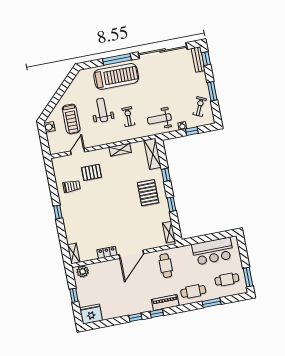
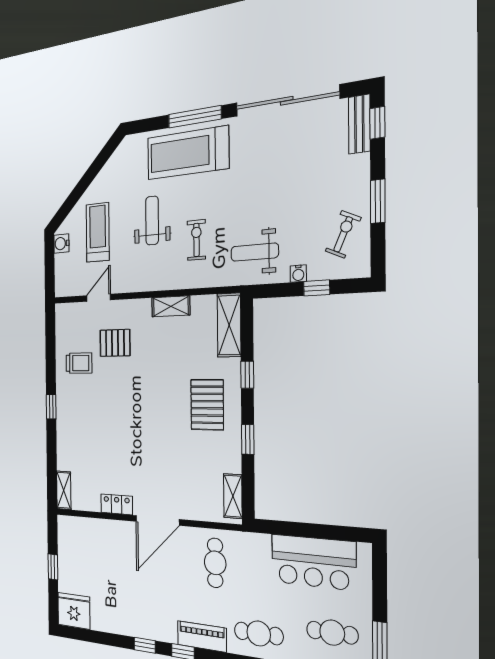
treadmill: (116, 76) -> (188, 153), turned 180
treadmill: (71, 119) -> (98, 232), turned 180
plant: (83, 271) -> (73, 528), removed

